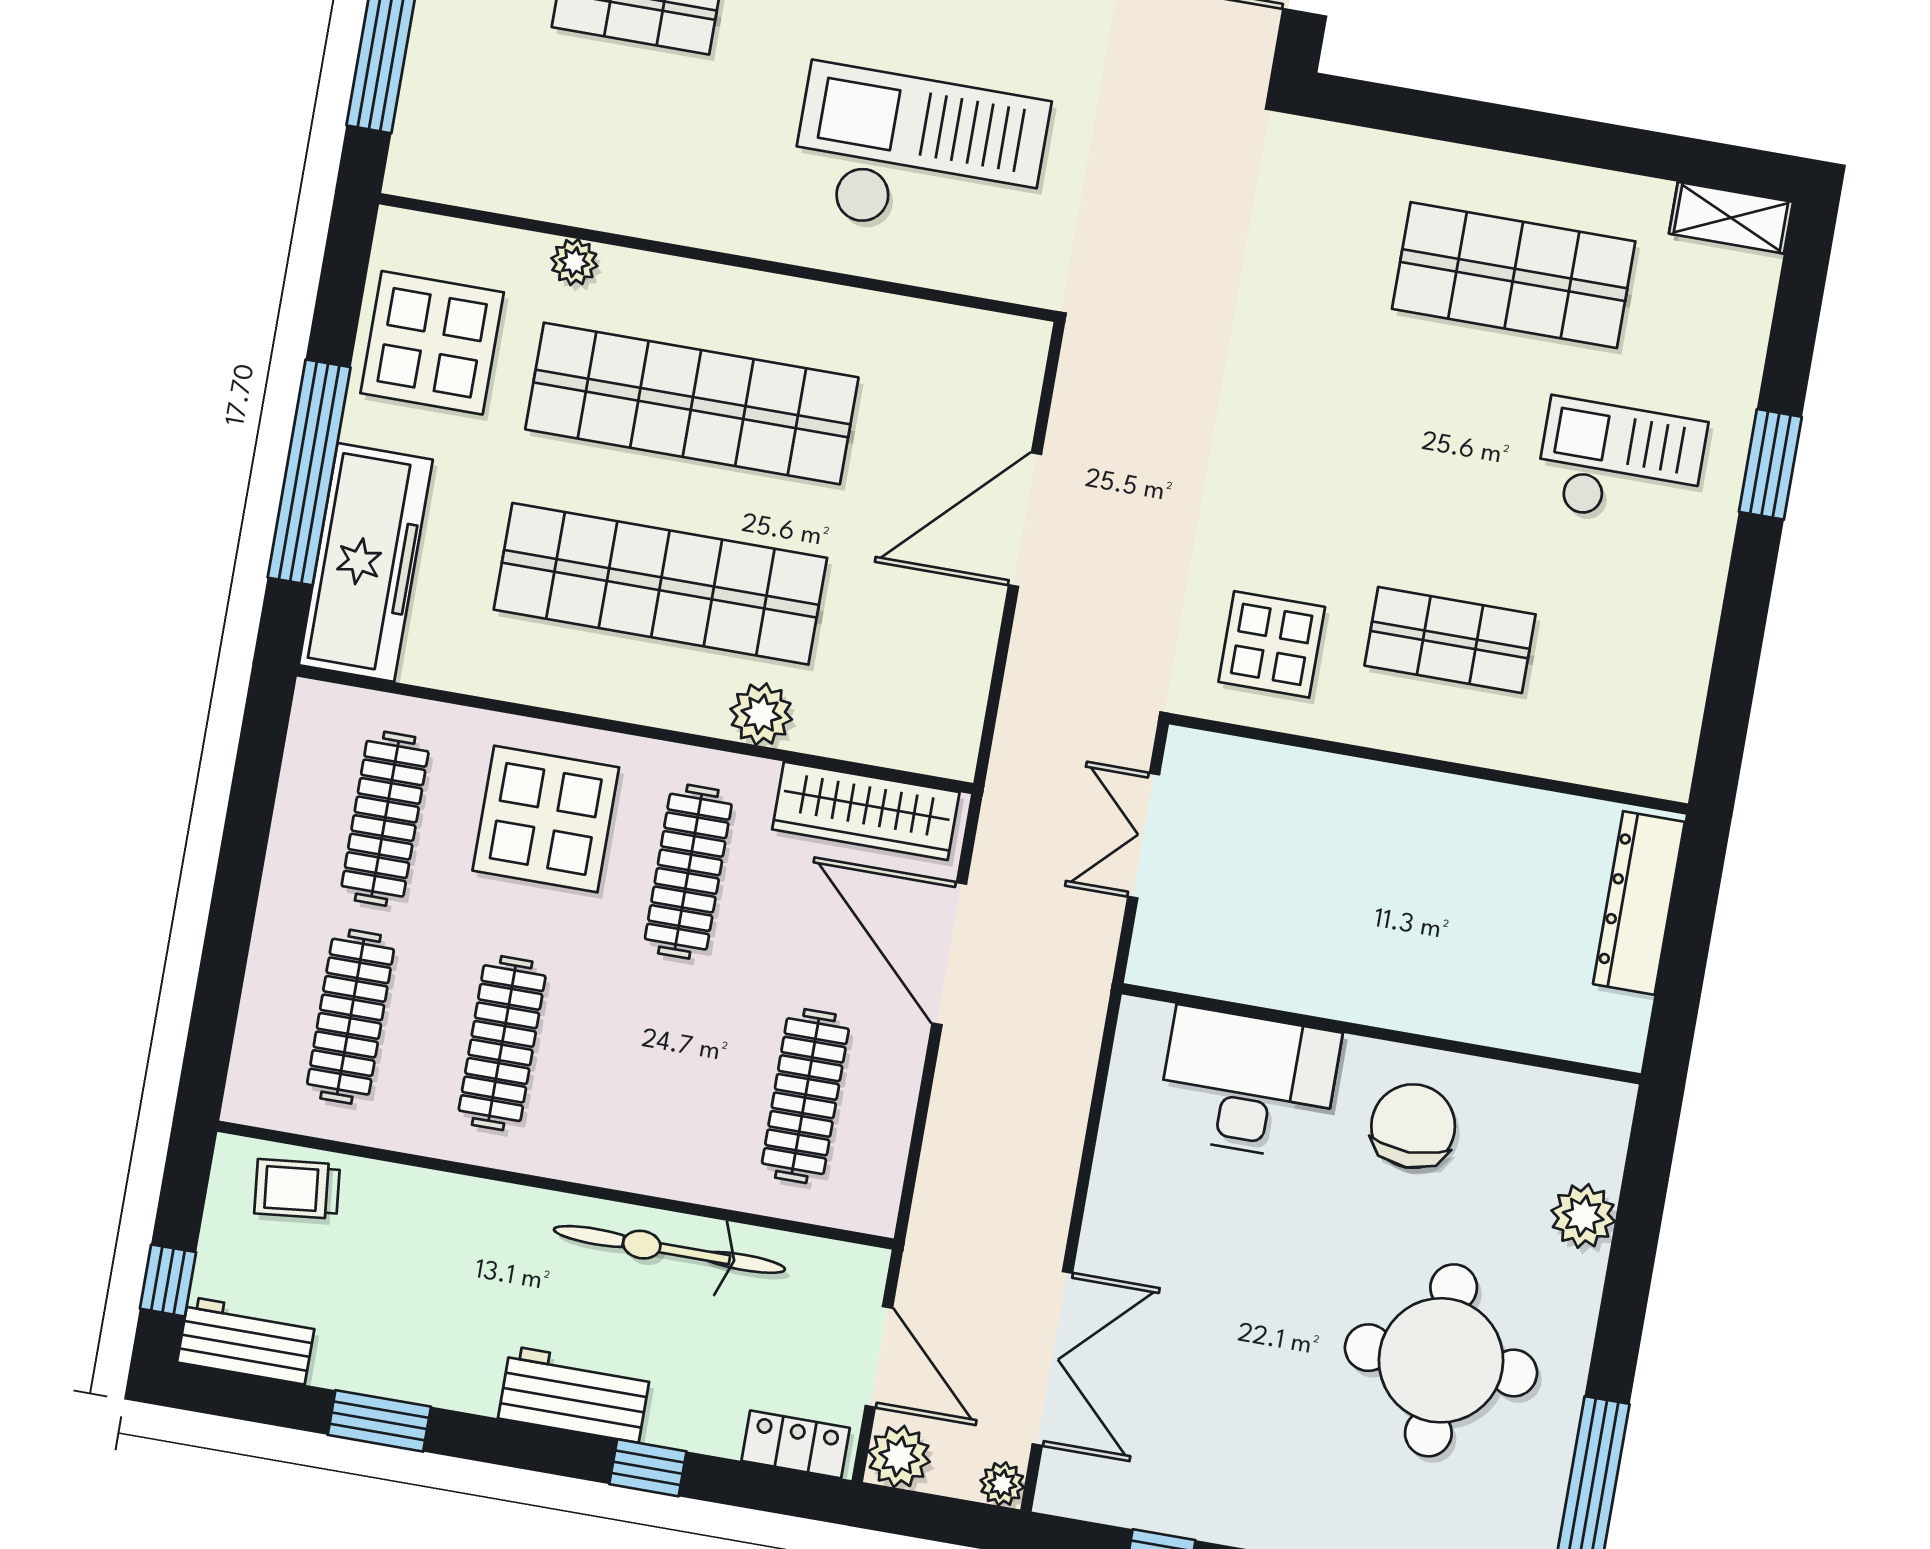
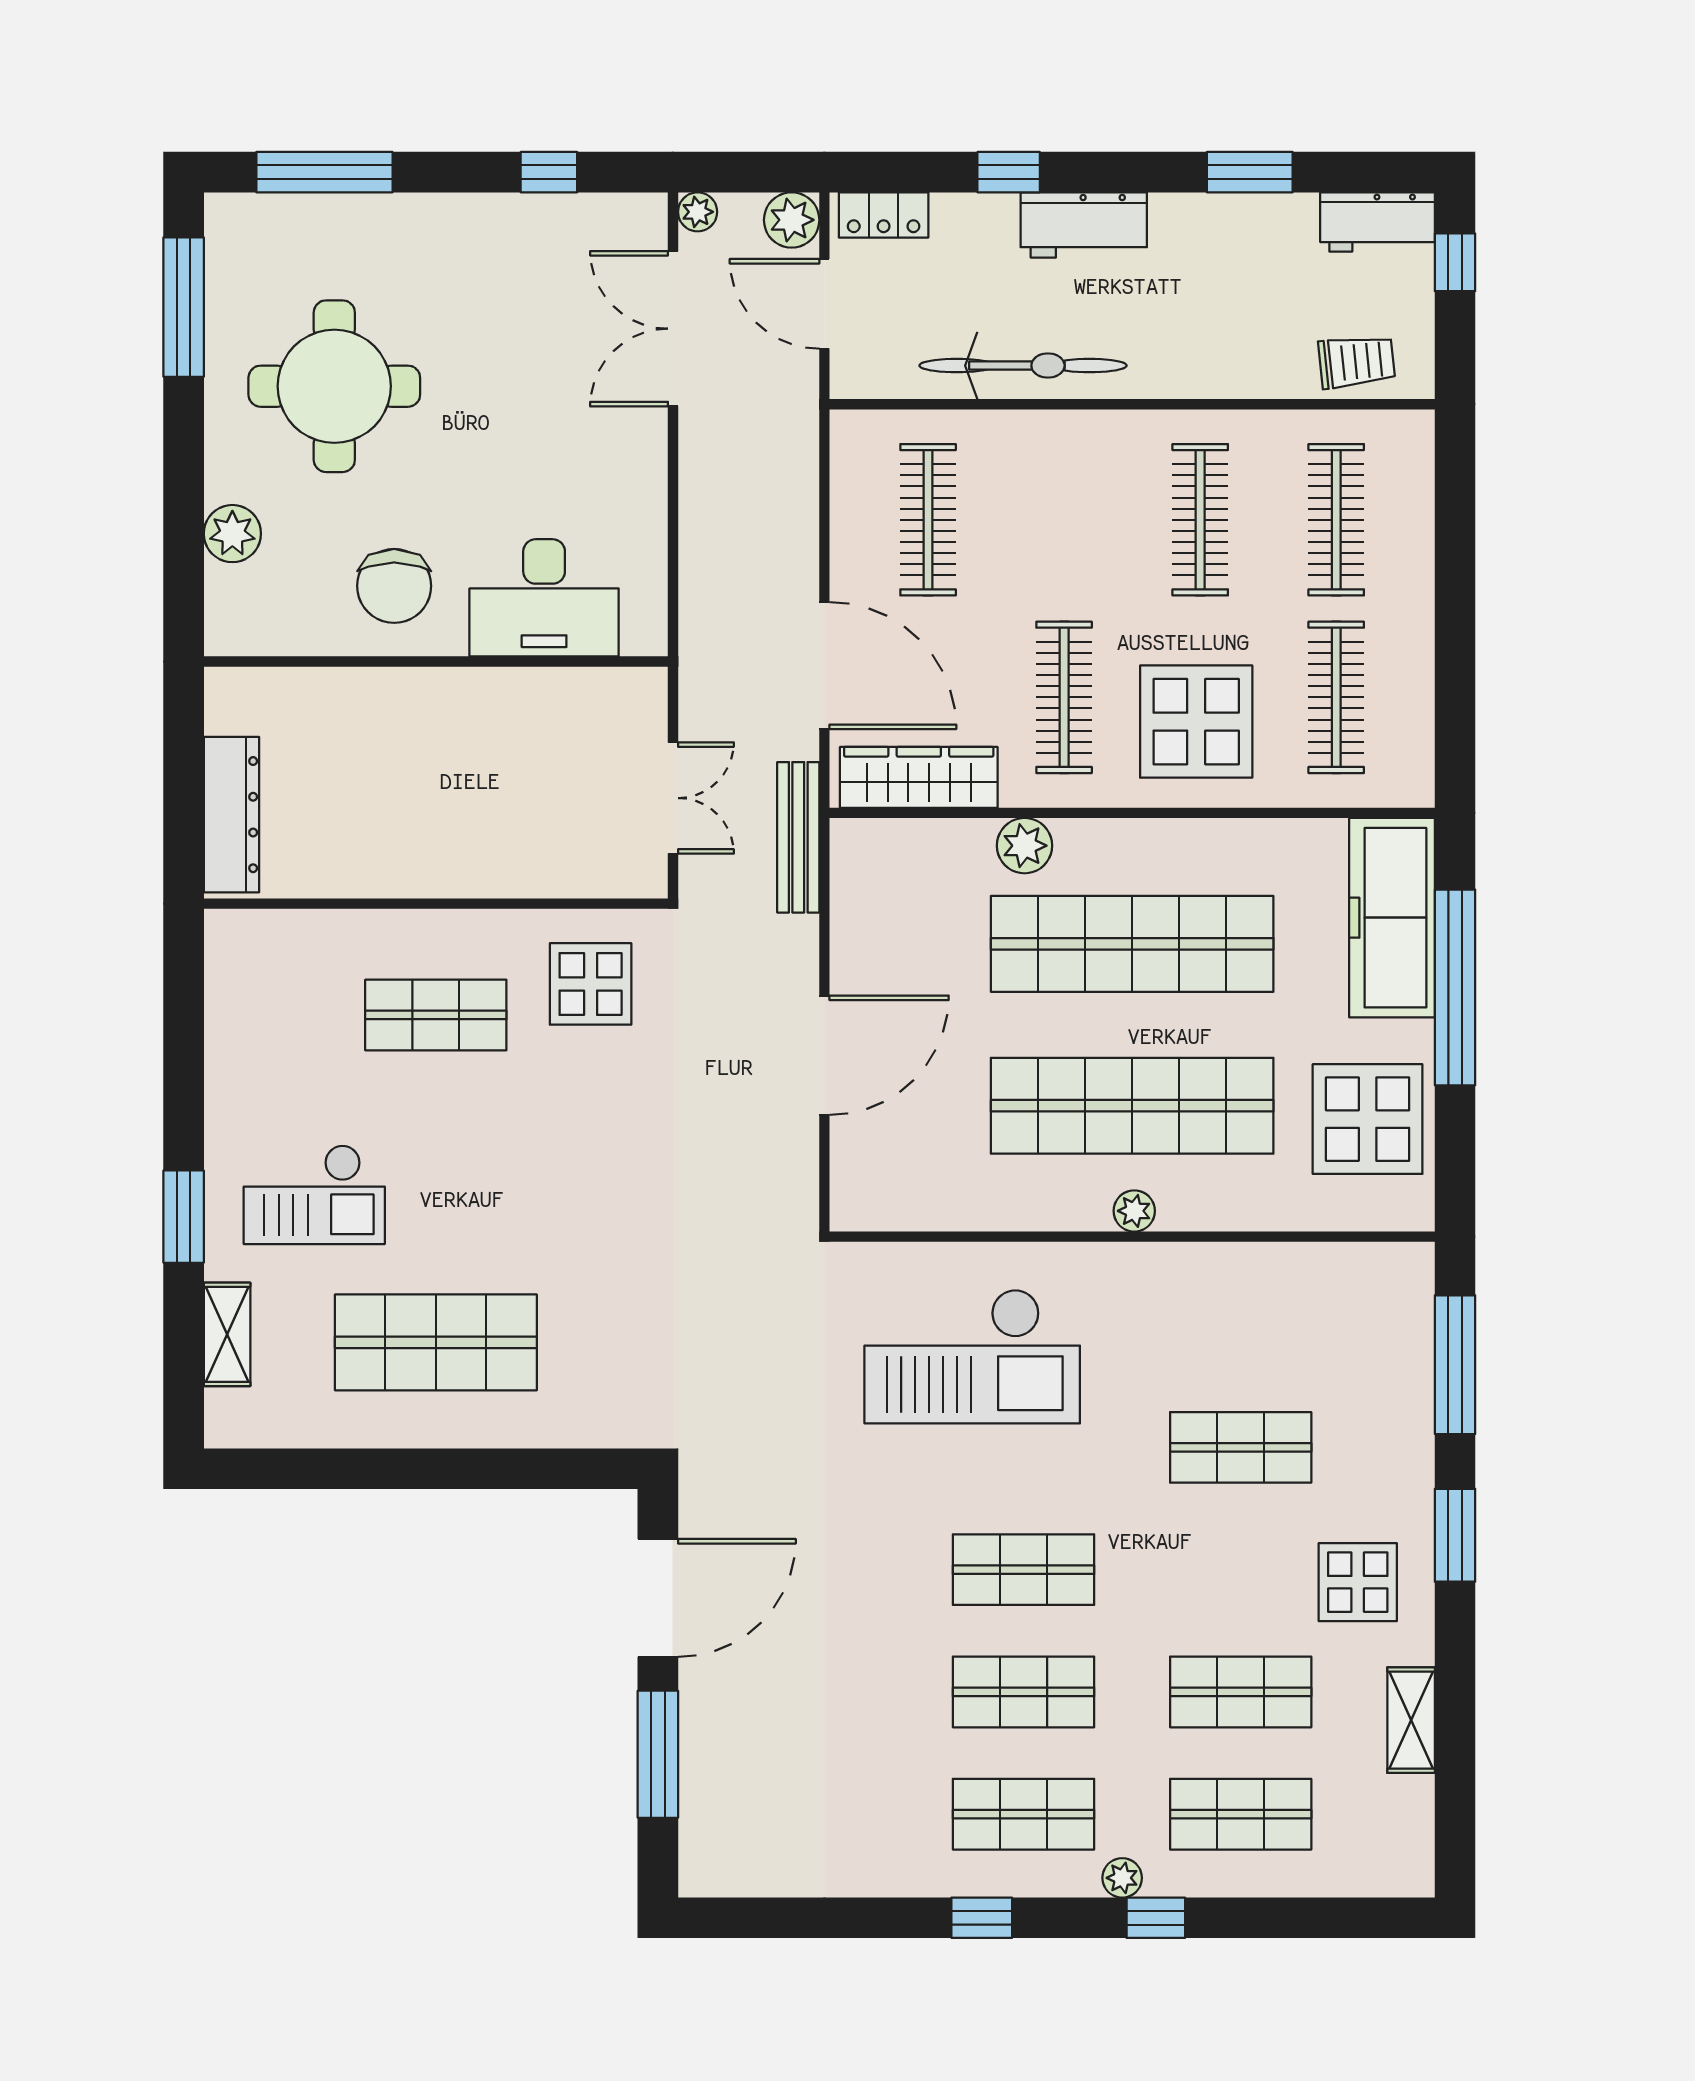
shelving: (1731, 218) -> (227, 1334), moved, turned 90
plant: (574, 262) -> (1134, 1211), moved
bench: (1012, 767) -> (798, 837), added

